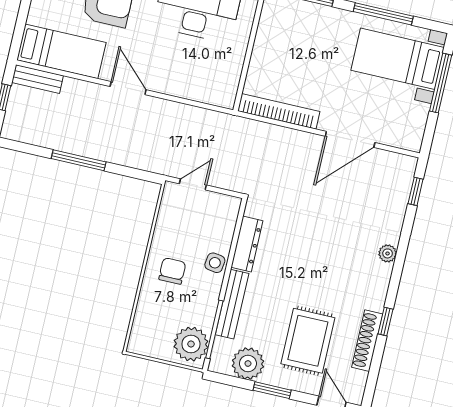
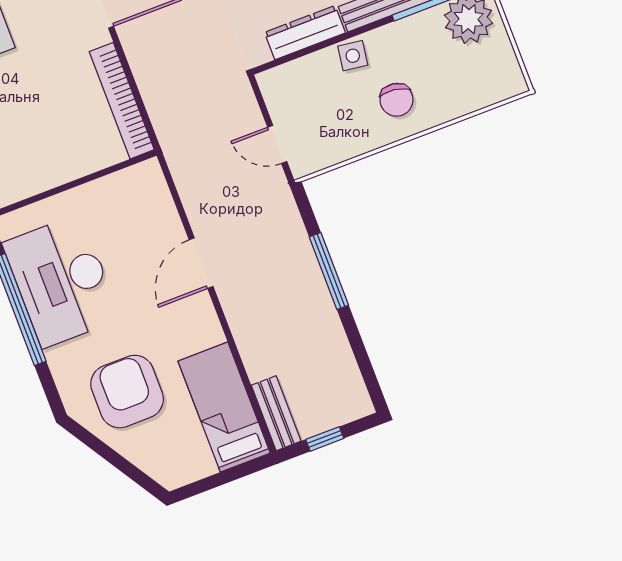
door: (128, 88) -> (201, 263), moved
window: (79, 160) -> (329, 271), moved
chair: (172, 271) -> (396, 100), turned -82

